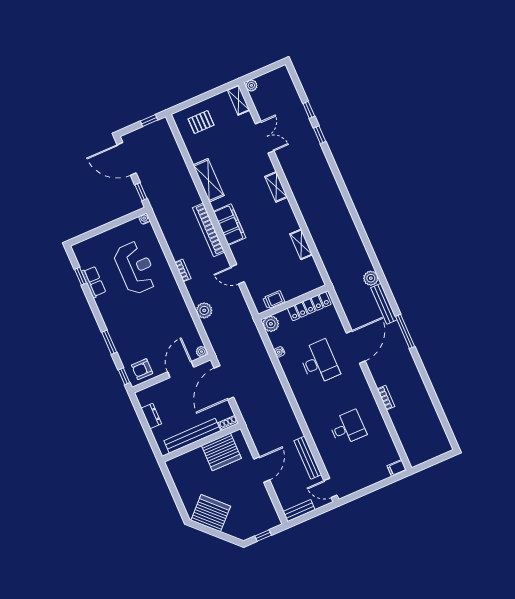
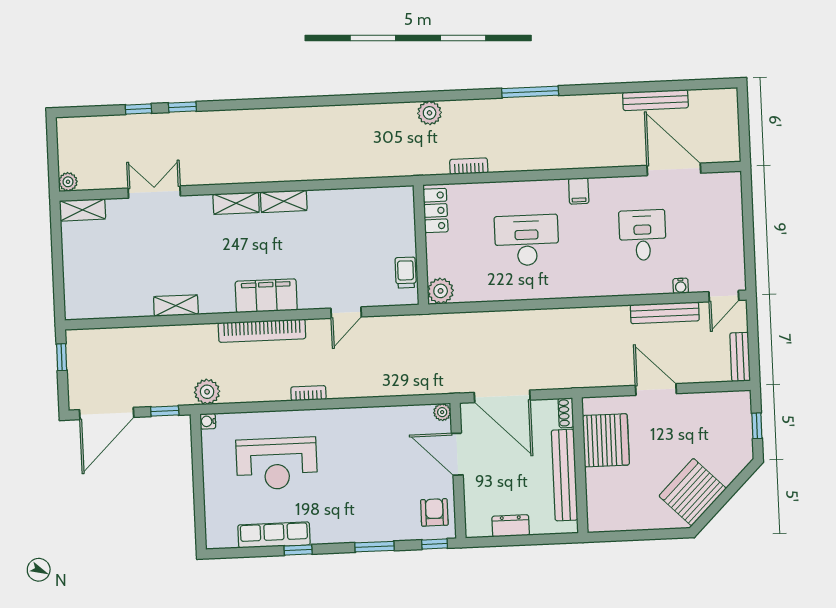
pallet: (201, 122) -> (94, 279), removed
shelving: (209, 180) -> (176, 306), width x0.67, depth x0.75
shelving: (301, 244) -> (284, 201), moved
reception desk: (135, 268) -> (277, 464), turned 180
window: (80, 276) -> (298, 550), moved
row of seats: (94, 282) -> (274, 535), width x1.48
bench: (384, 304) -> (655, 100), moved
locker: (309, 306) -> (436, 211), width x0.66
plant: (204, 310) -> (207, 392), moved
door: (356, 347) -> (674, 169), moved
water cooler: (279, 352) -> (681, 286), moved
armchair: (142, 369) -> (434, 512), turned 180
bookcase: (386, 398) -> (469, 166), moved
filing cabinet: (397, 468) -> (579, 191), moved

